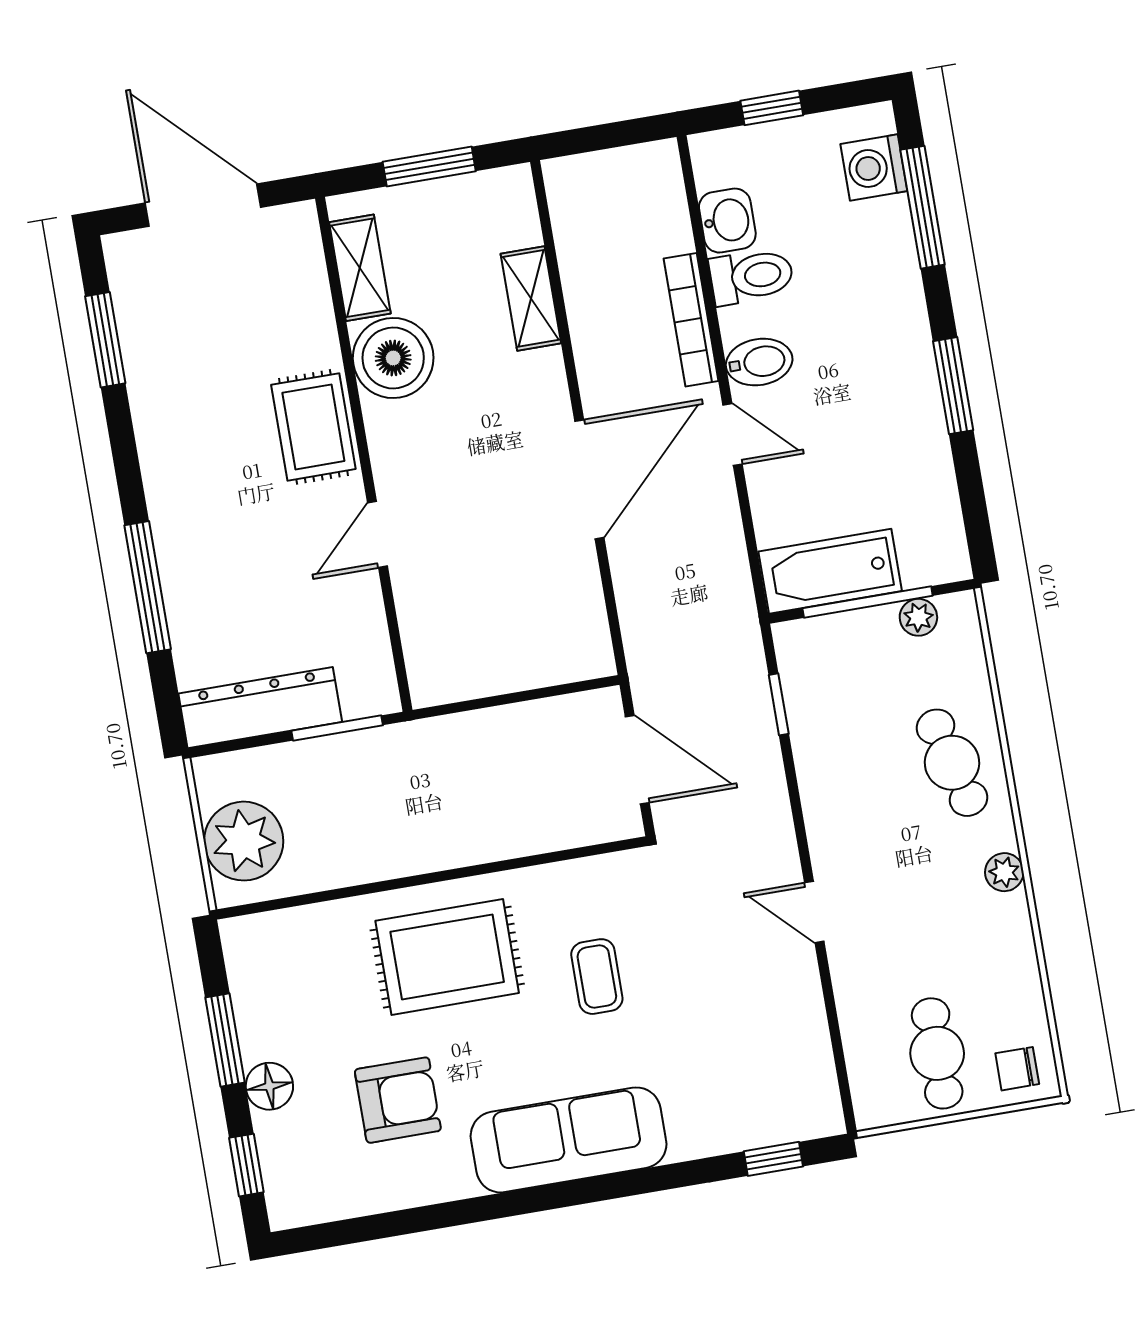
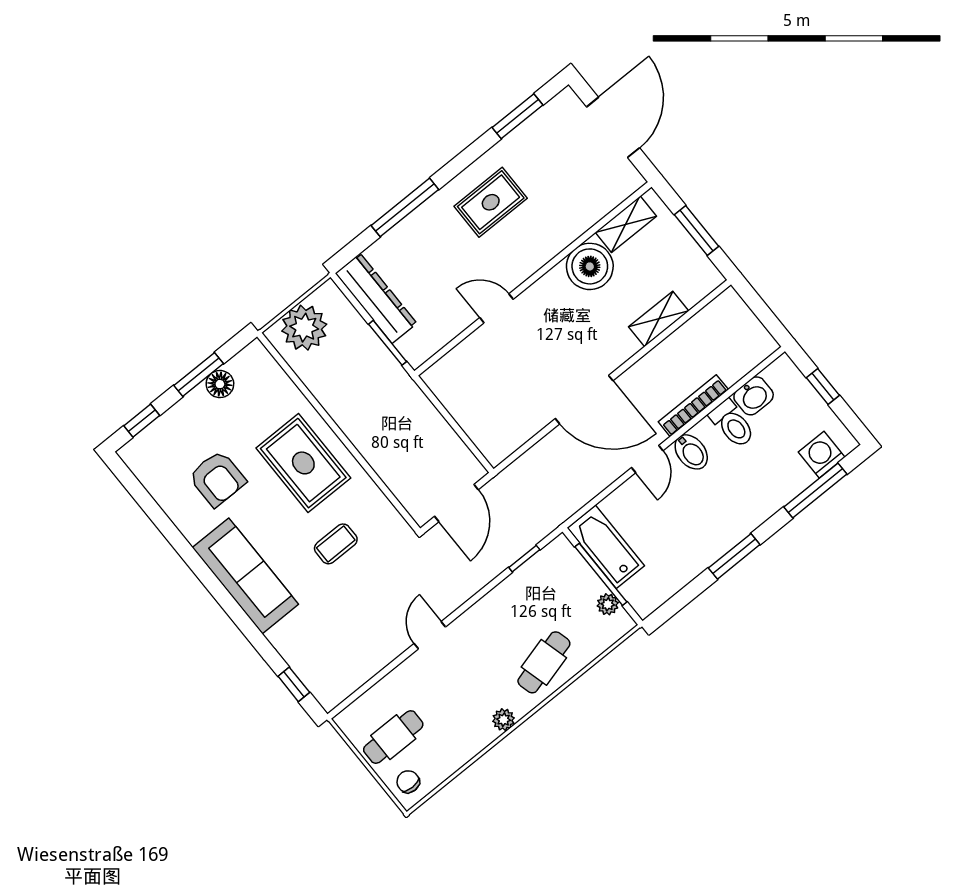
rug: (313, 427) -> (491, 202), moved
floor lamp: (269, 1086) -> (220, 384), moved

